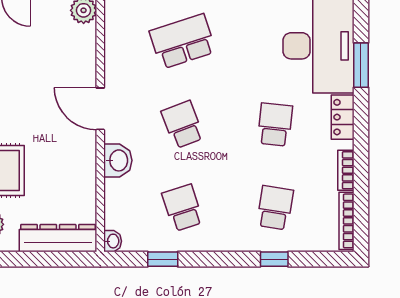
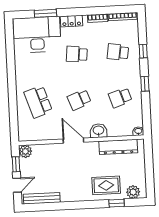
door: (100, 109) -> (73, 141), swing flipped
dresser: (58, 238) -> (118, 147), moved, turned -90
window: (163, 259) -> (145, 84), moved

